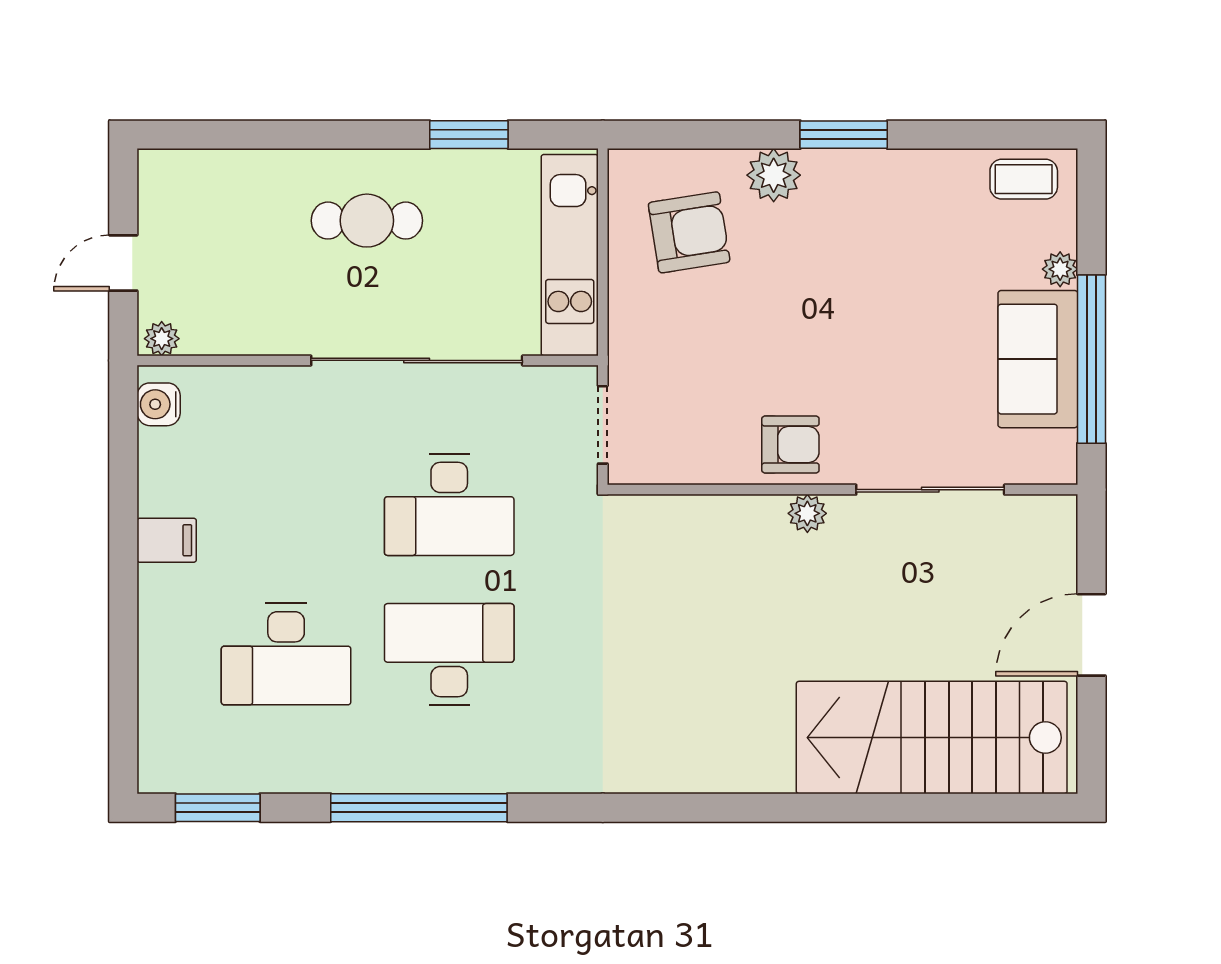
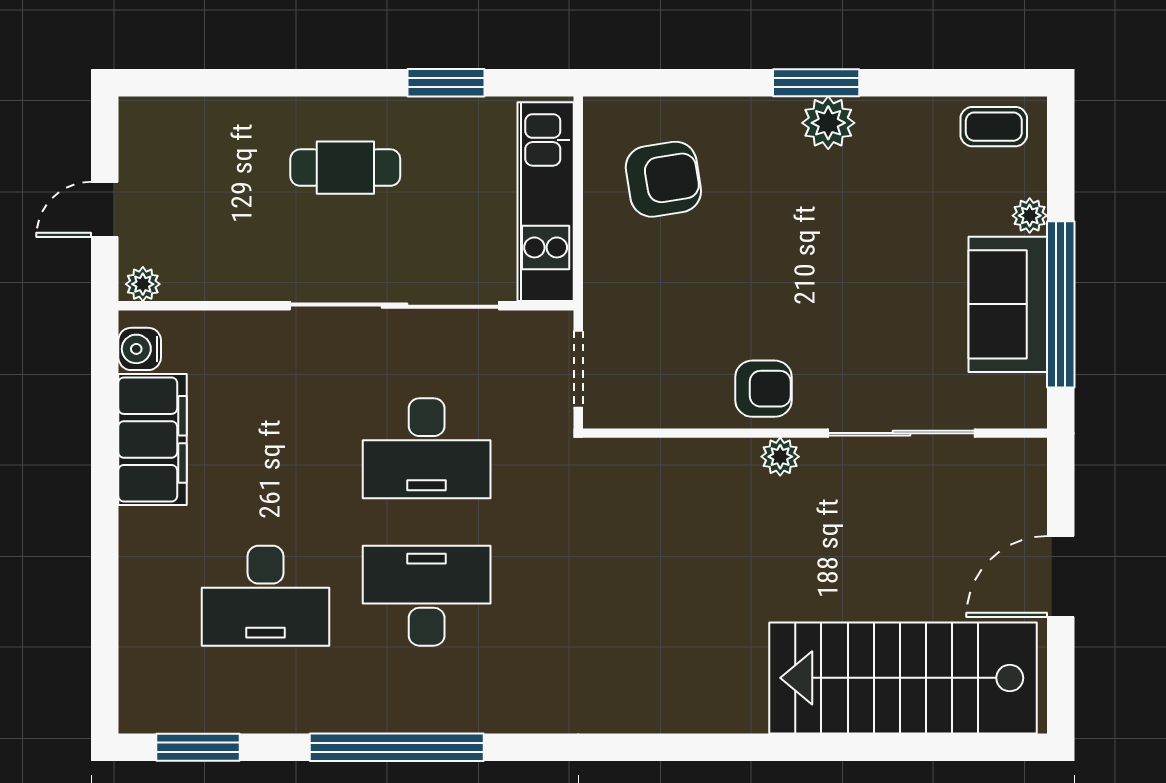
plant: (774, 175) -> (828, 123), moved
filing cabinet: (167, 540) -> (152, 439), width x3.00, depth x1.17

